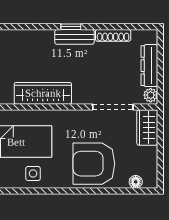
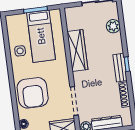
plant: (15, 39) -> (113, 26), added
armchair: (94, 164) -> (33, 93), turned 180

